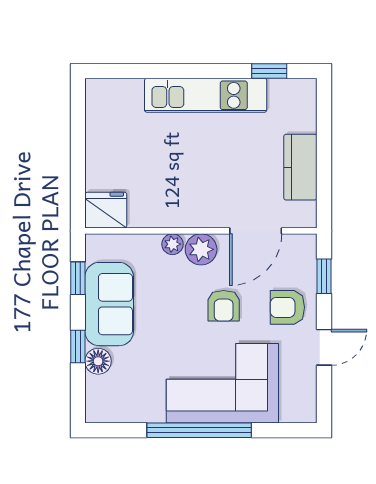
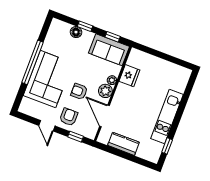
fridge: (106, 210) -> (129, 76), moved
sofa: (109, 304) -> (109, 50), moved

